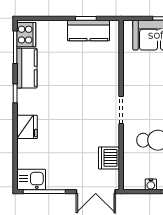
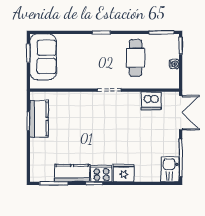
cooker: (26, 35) -> (101, 174), moved

